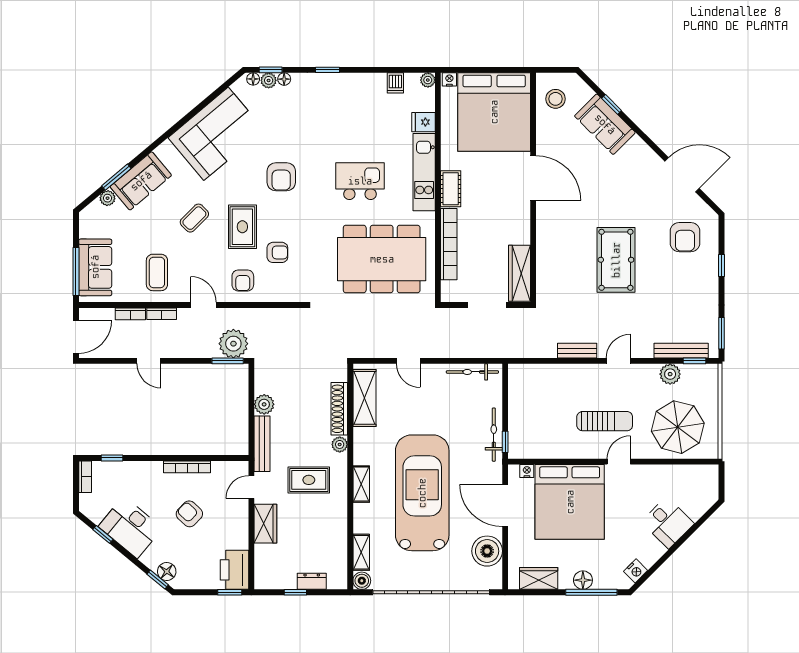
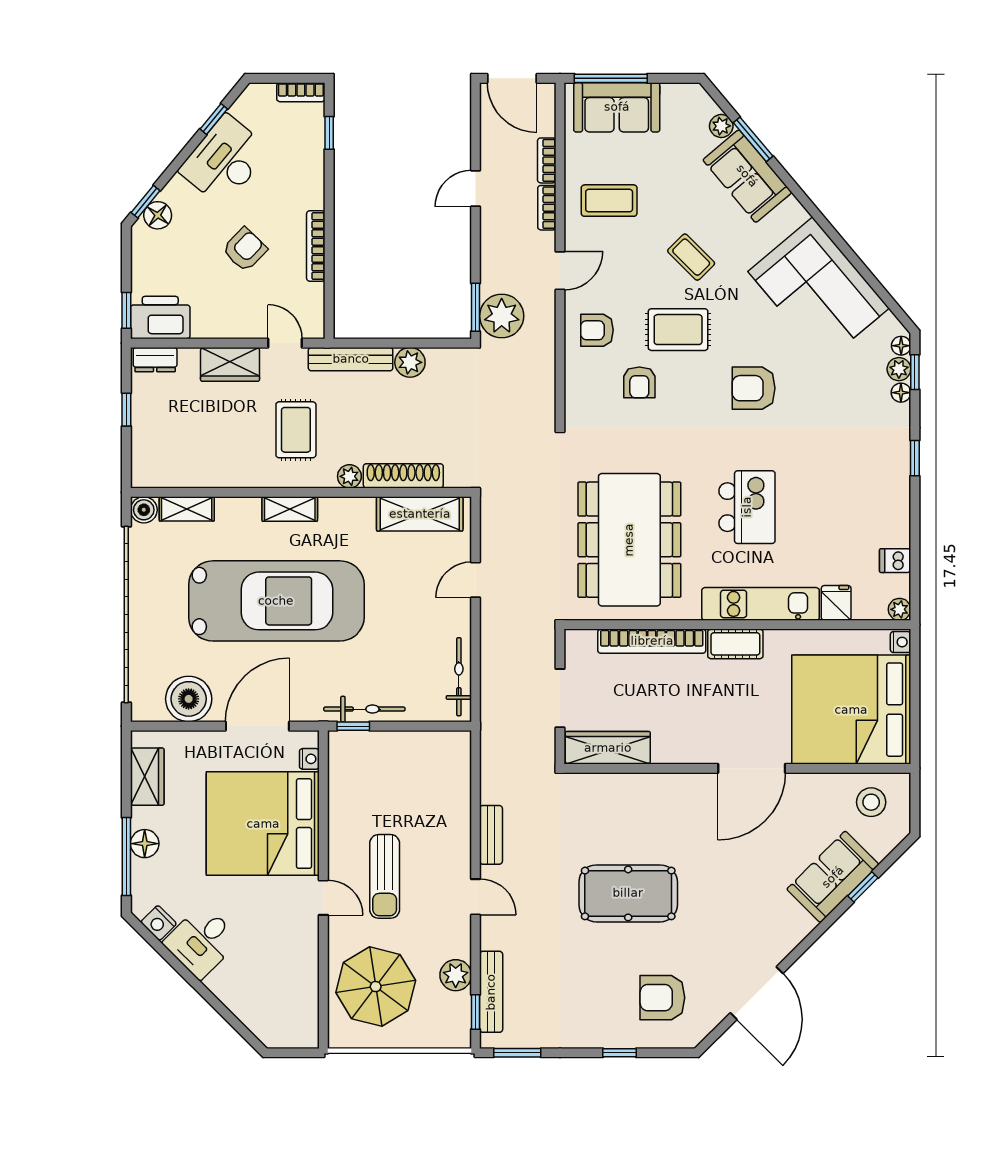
desk: (668, 523) -> (202, 941), moved
dresser: (312, 581) -> (155, 360), moved, turned 90

